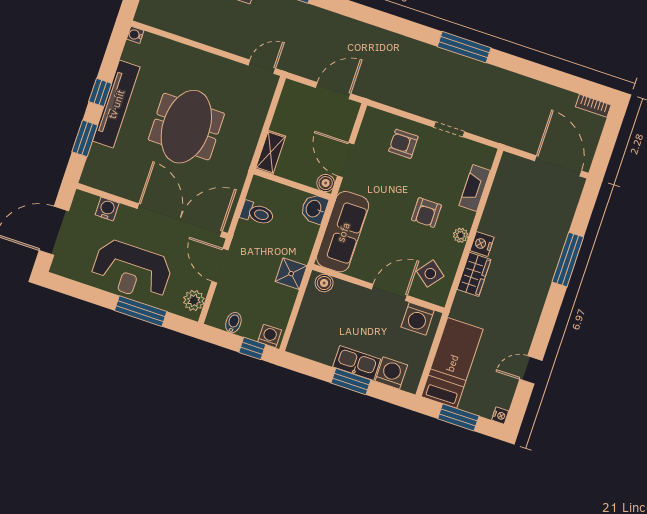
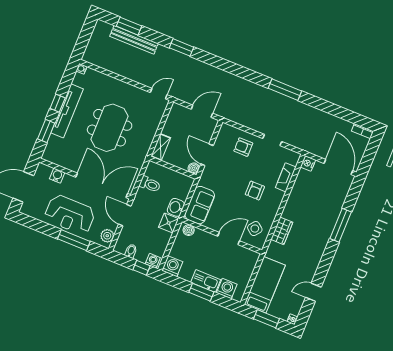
washbasin: (314, 209) -> (176, 207), moved
sofa: (343, 232) -> (200, 205), width x0.73
plant: (461, 235) -> (275, 206), removed
nightstand: (482, 244) -> (308, 163), moved
washing machine: (418, 319) -> (172, 266), moved, turned 180

